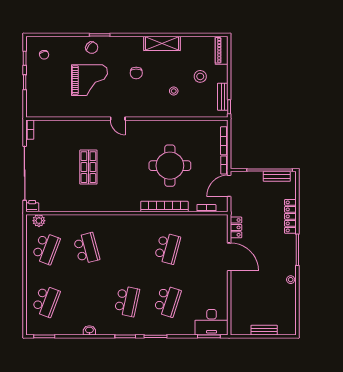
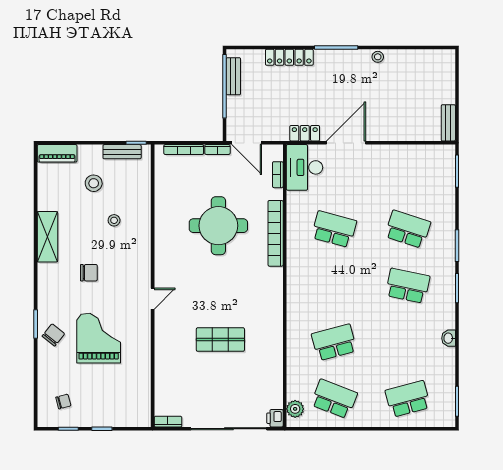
school desk: (46, 301) -> (408, 399), turned -36
desk: (212, 322) -> (304, 167), moved, turned 180
bench: (264, 330) -> (448, 123), moved

